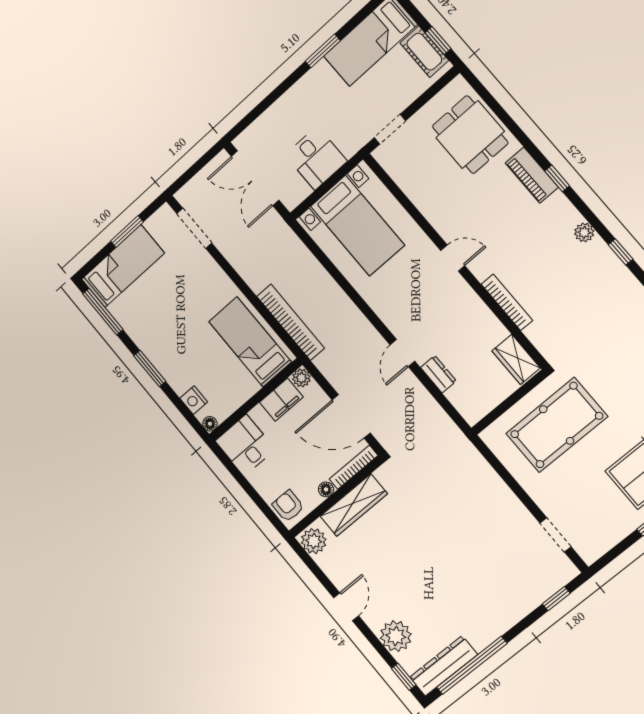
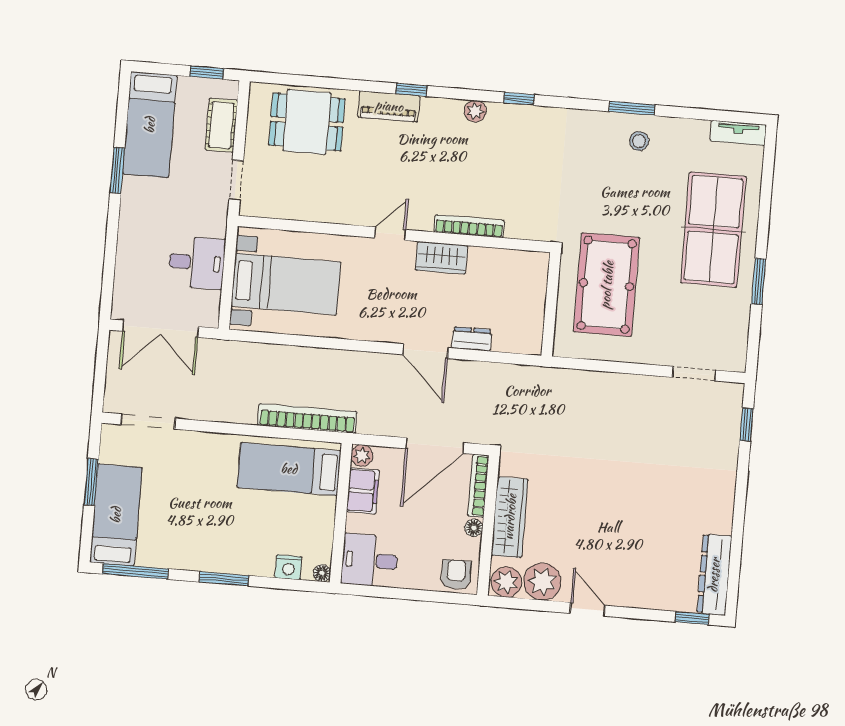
cot: (424, 52) -> (221, 125), moved, turned 90
door: (402, 353) -> (425, 351), width x1.38
wardrobe: (516, 359) -> (442, 258), moved
armchair: (288, 506) -> (456, 575), turned 90
plant: (396, 636) -> (542, 582), moved
window: (472, 665) -> (736, 550), removed

